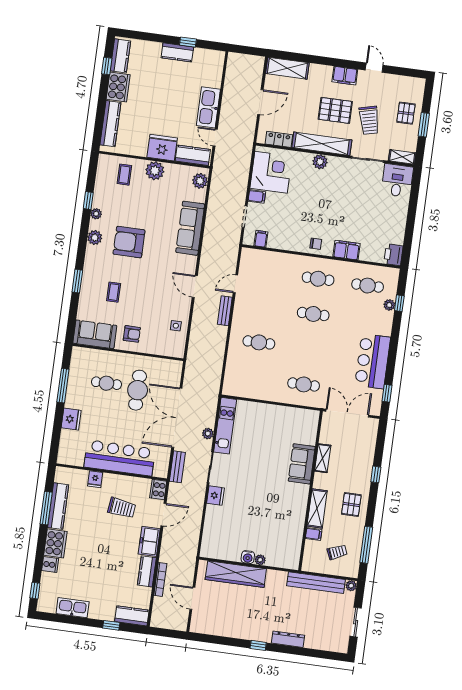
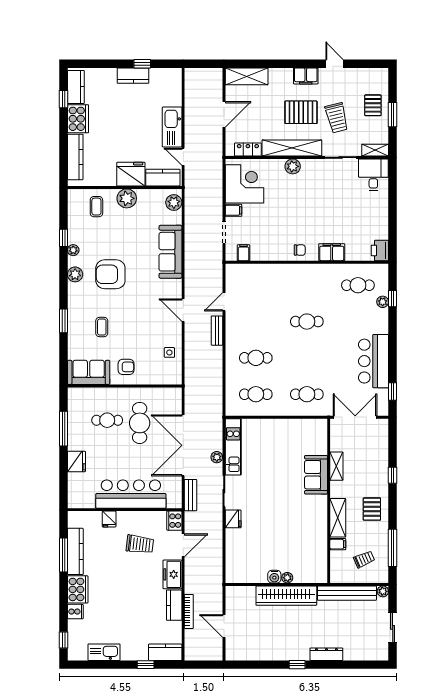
cafe table: (318, 279) -> (256, 394), moved
wardrobe: (236, 574) -> (286, 596), moved

